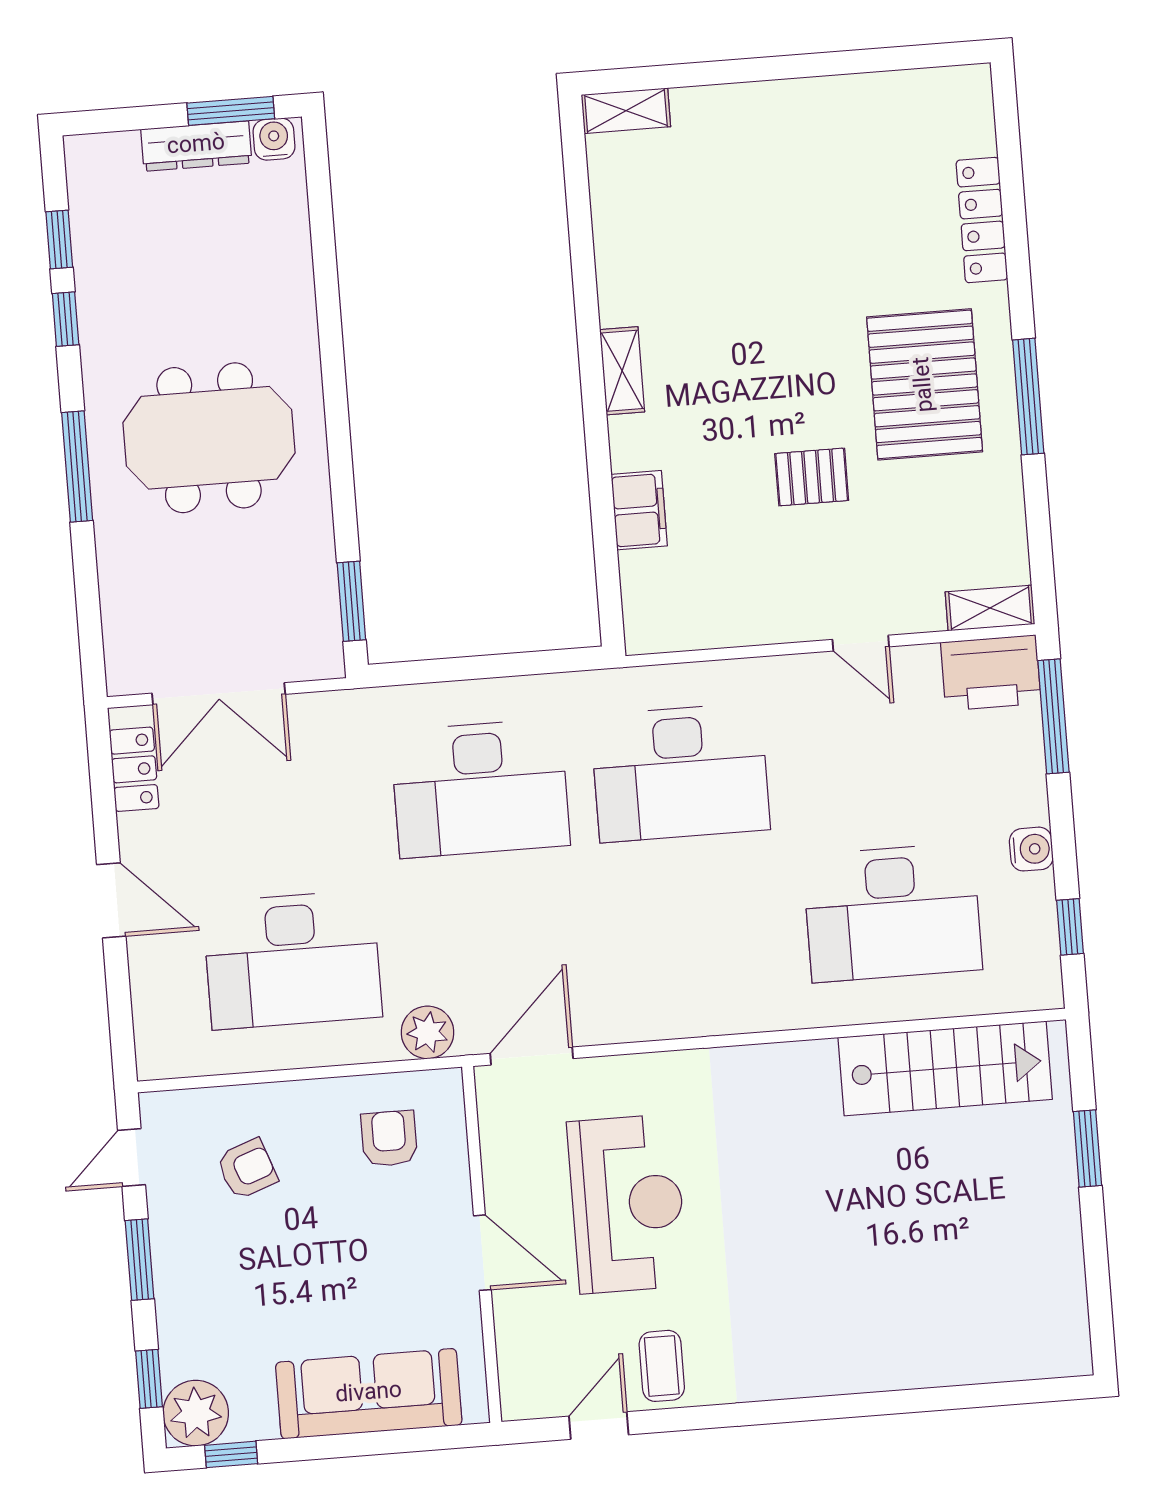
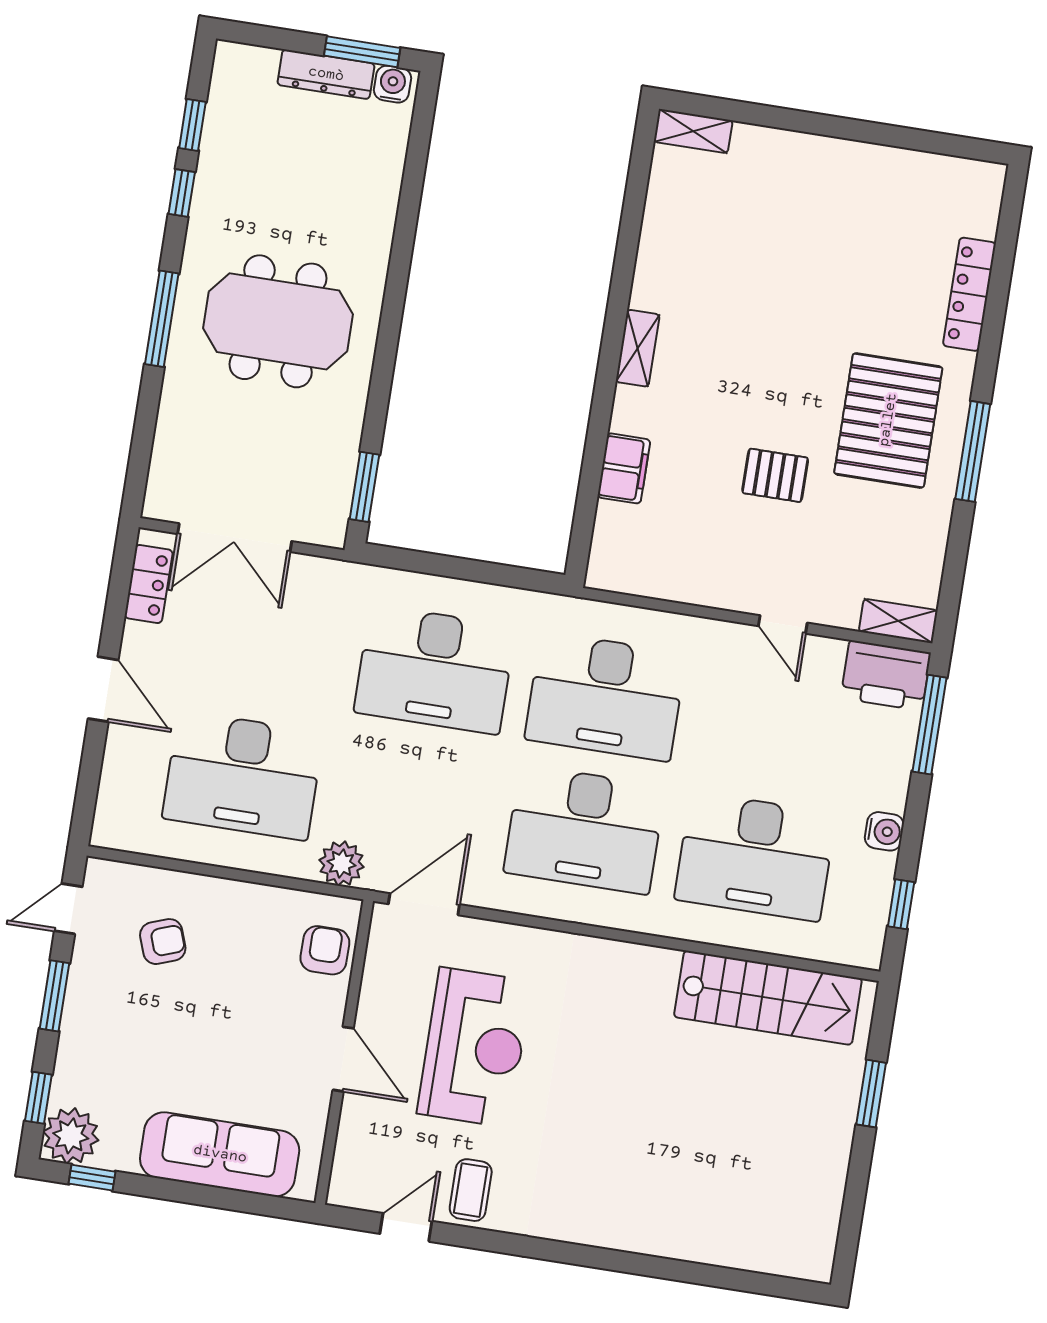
desk: (692, 928) -> (584, 829), added
armchair: (389, 1139) -> (325, 950), moved

